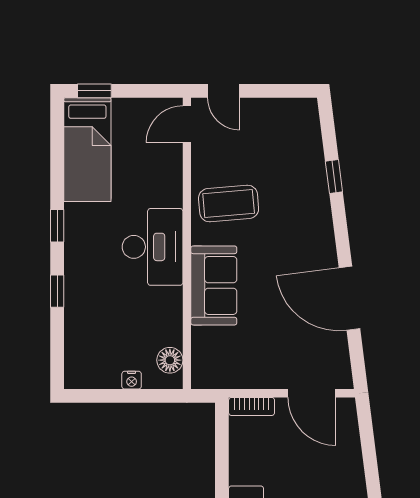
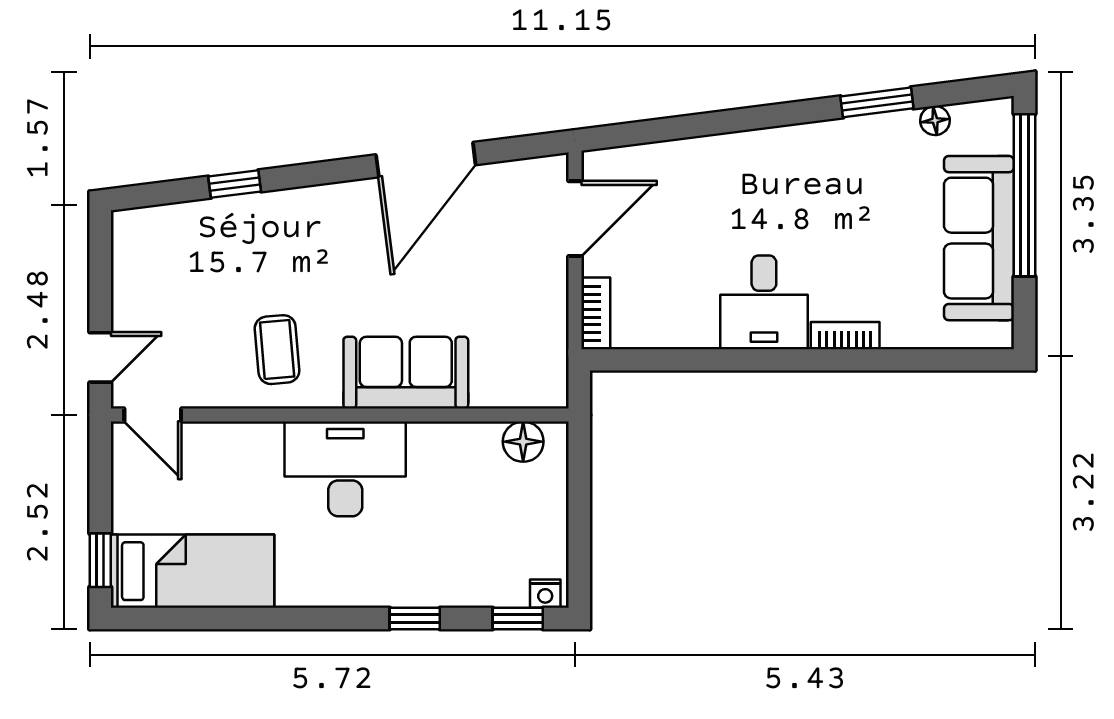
coffee table: (229, 203) -> (277, 350), width x0.73, depth x0.77
window: (57, 226) -> (518, 619), moved
nightstand: (132, 380) -> (545, 594), moved, turned 90

